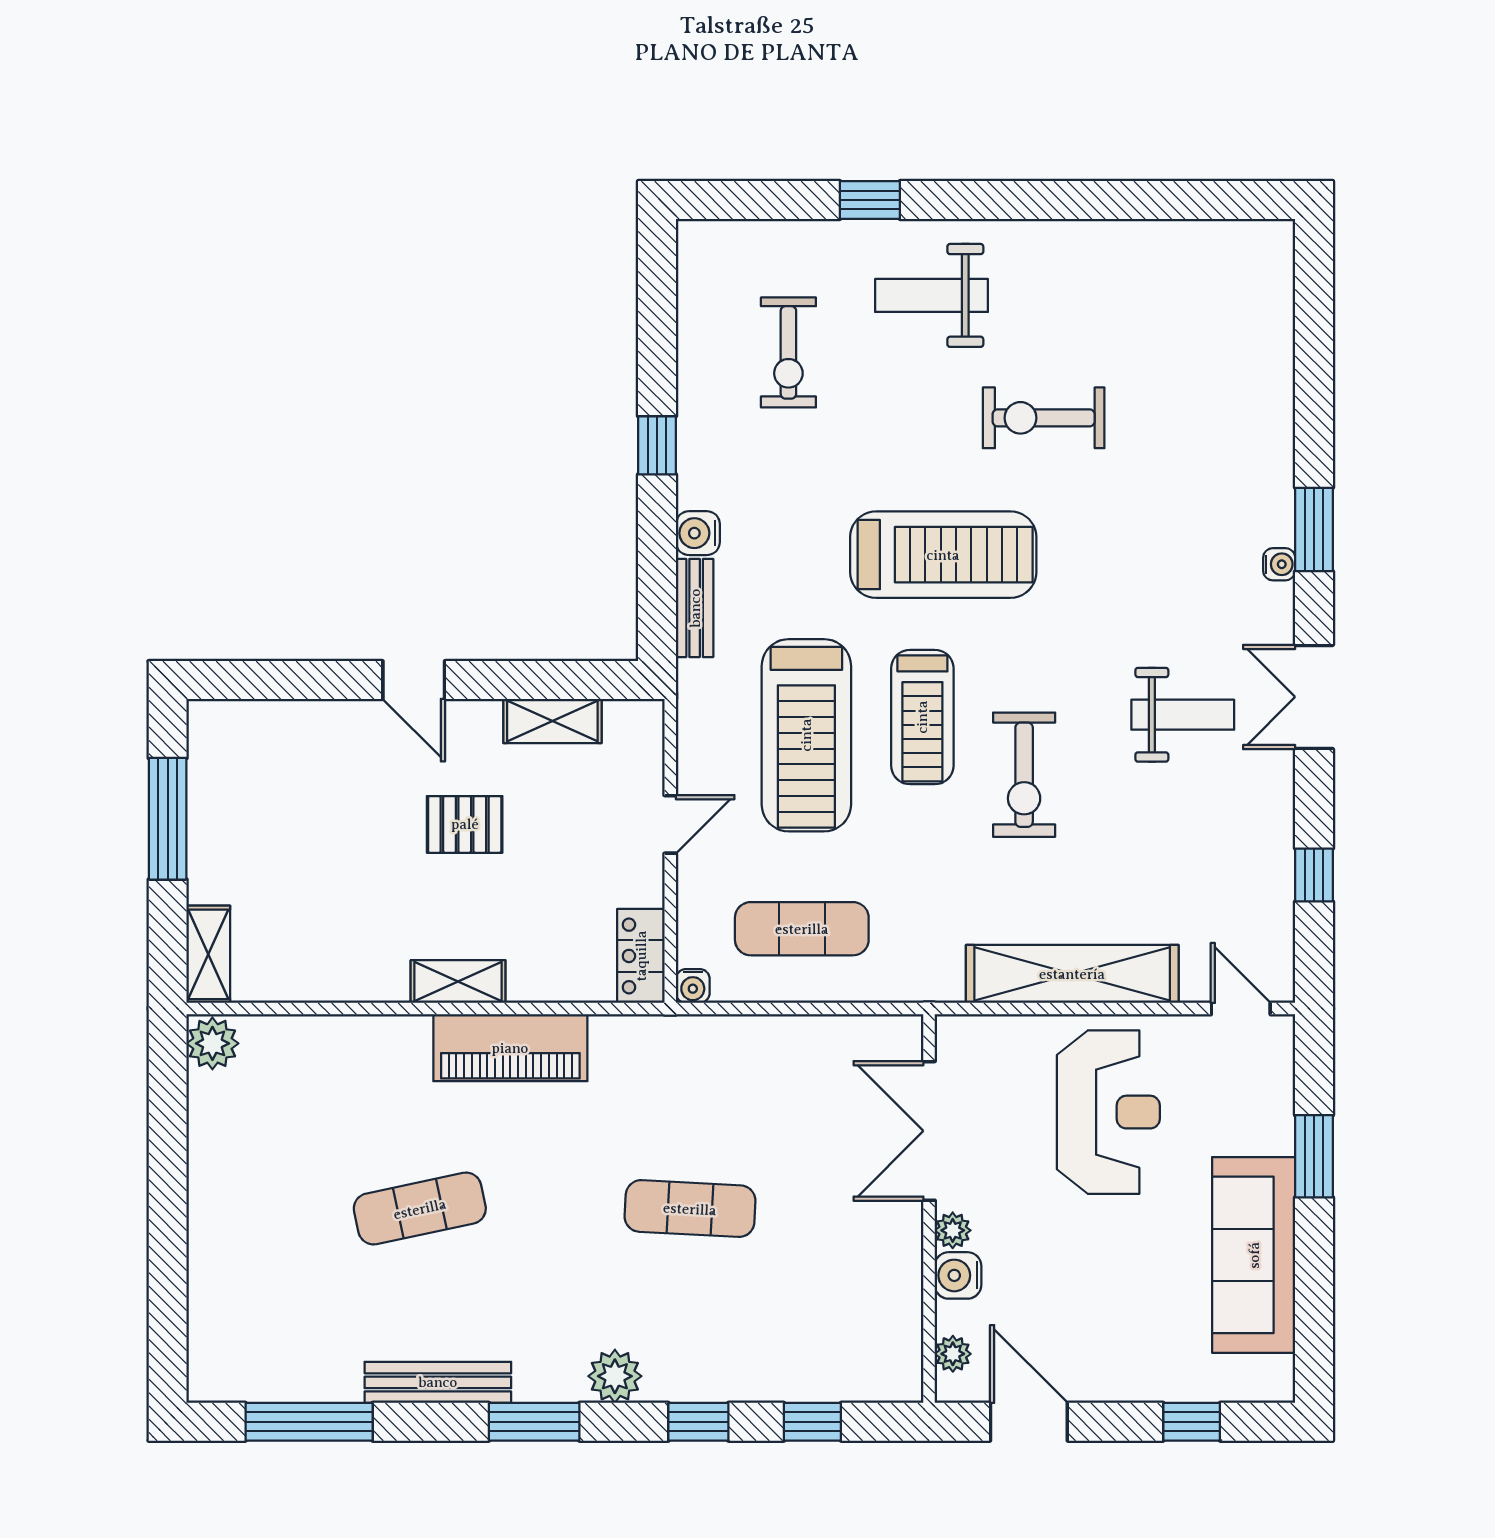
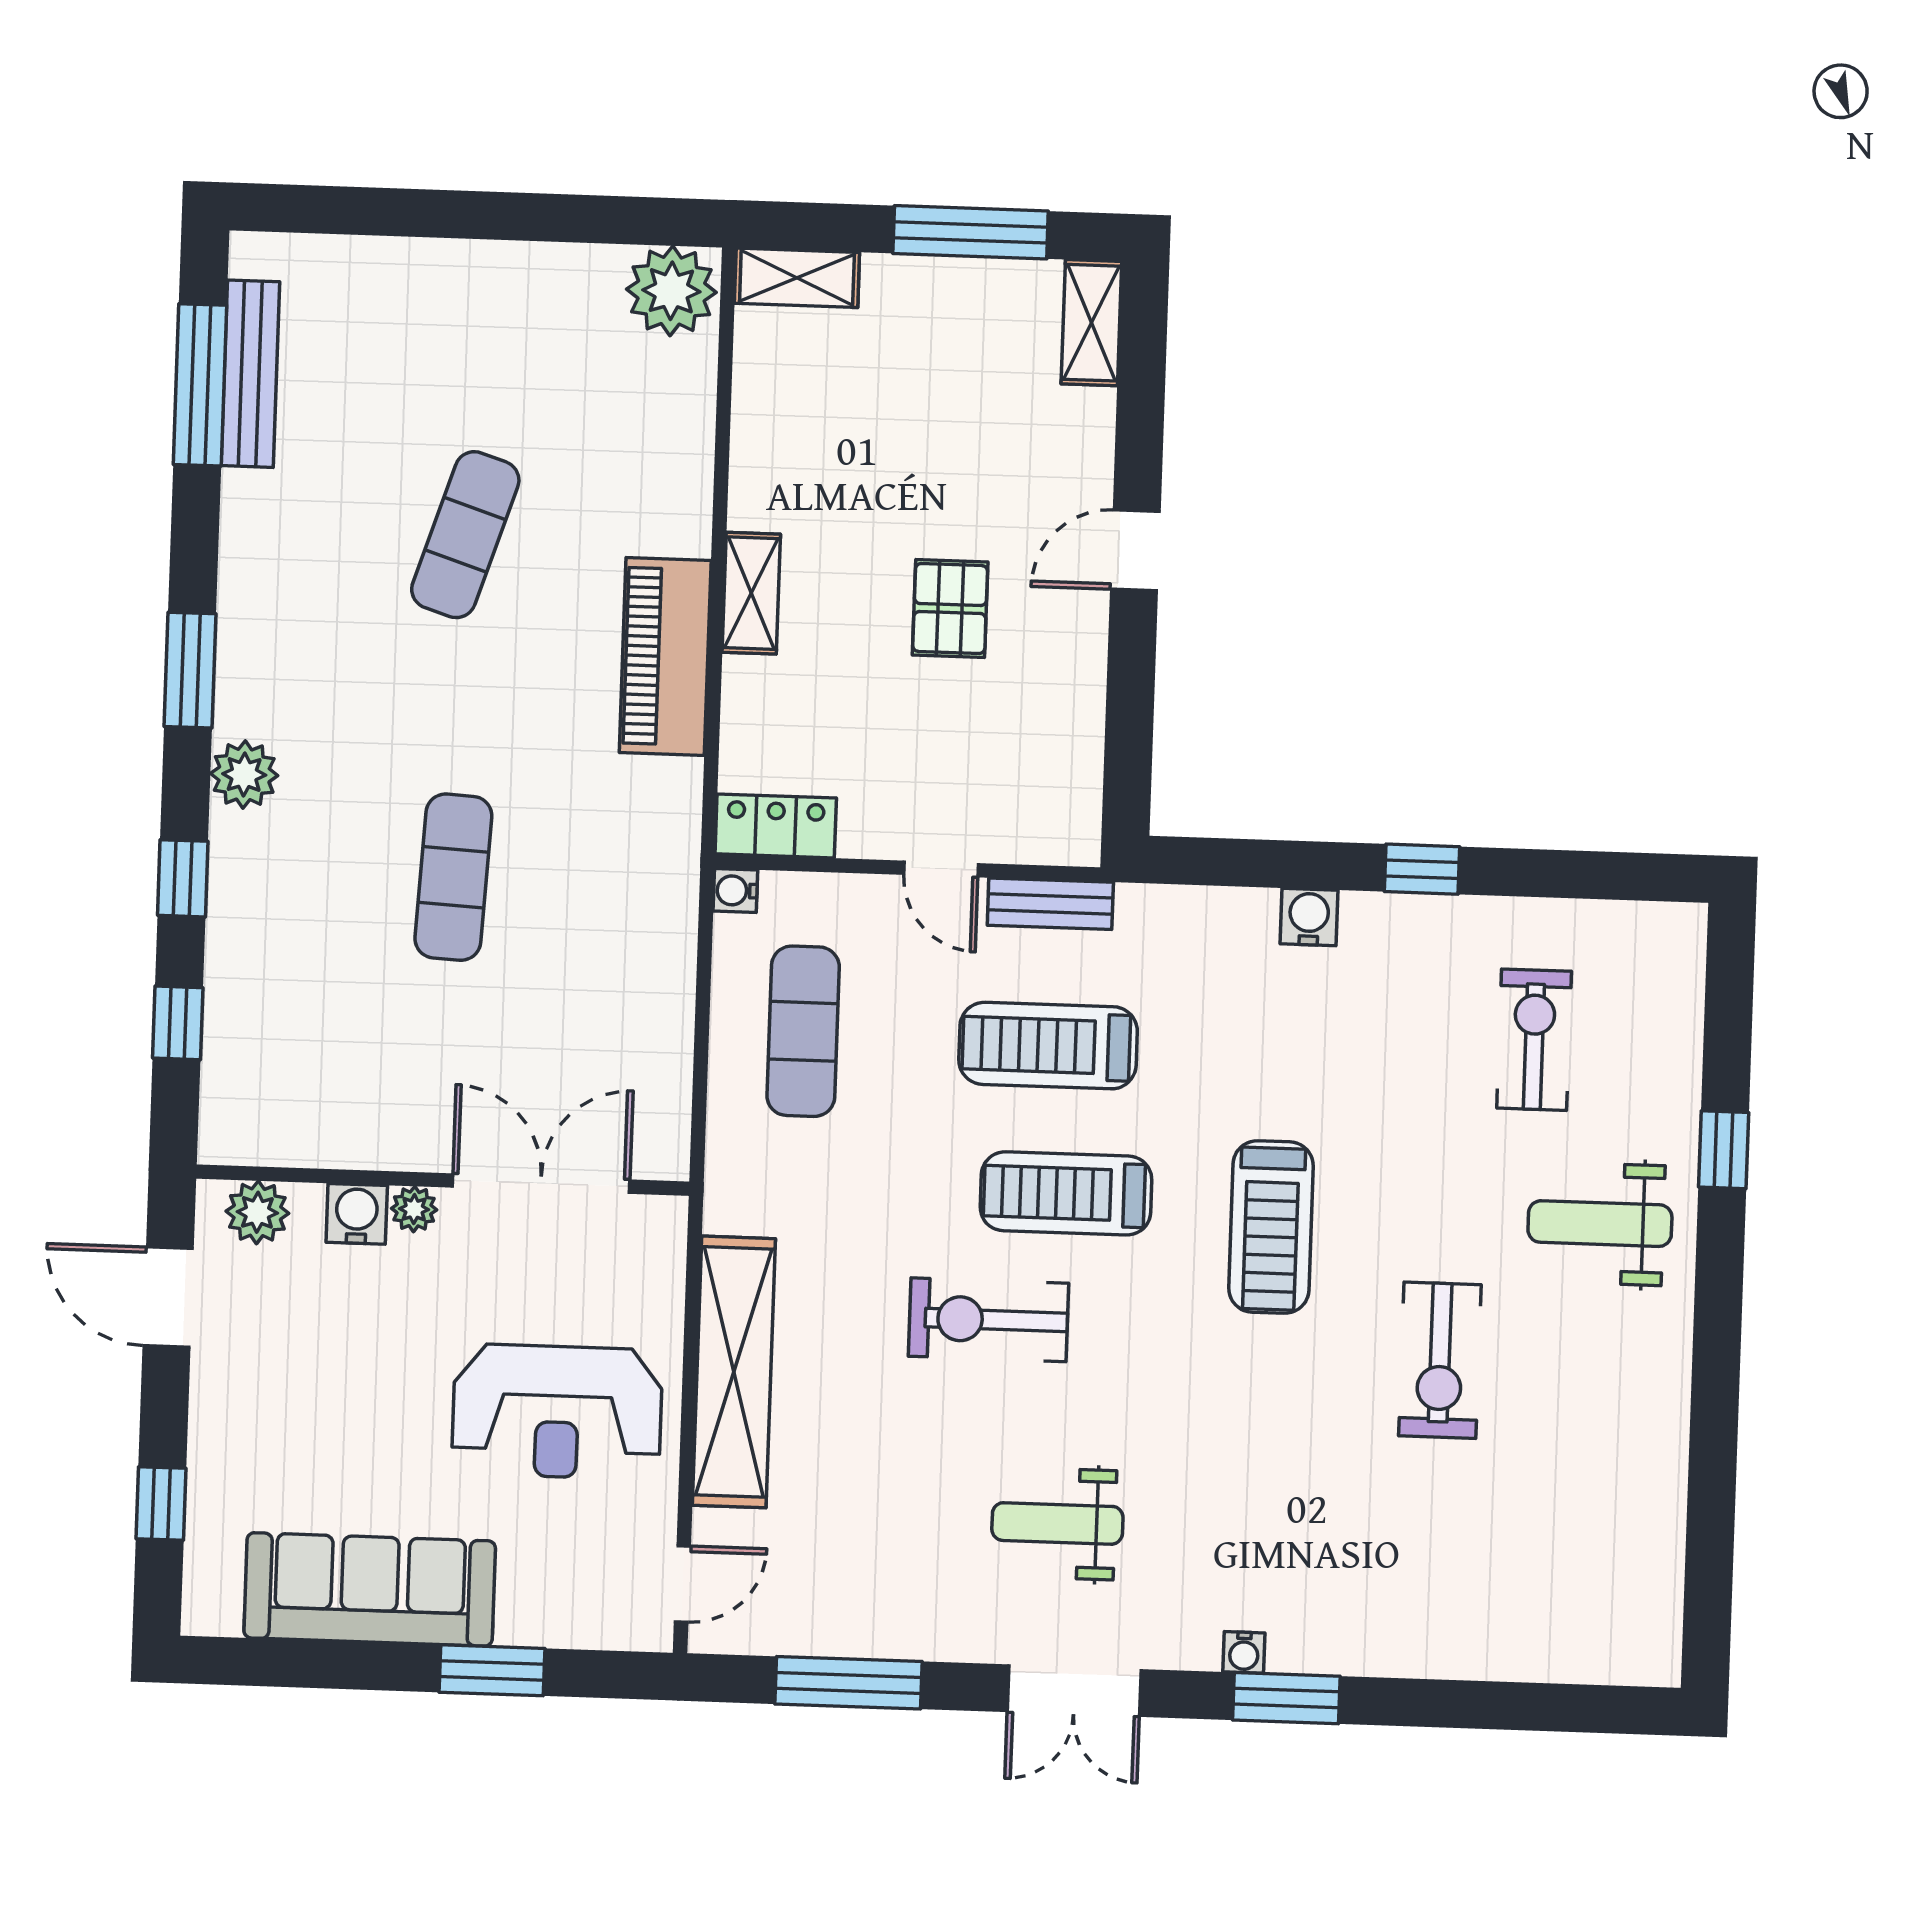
weight bench: (931, 295) -> (1600, 1224), turned -90
exercise bike: (788, 352) -> (1534, 1040), turned 90
exercise bike: (1044, 418) -> (1440, 1360), turned 180
treadmill: (943, 555) -> (1271, 1227), width x0.73, depth x0.73
bench: (695, 608) -> (1050, 904), moved
double door: (1314, 697) -> (1074, 1691), swing flipped
weight bench: (1183, 715) -> (1057, 1523), turned 90
shelving: (552, 721) -> (1091, 323), moved
treadmill: (806, 735) -> (1048, 1046), width x0.73, depth x0.73
window: (1314, 875) -> (848, 1683), width x2.17
plant: (212, 1043) -> (671, 291), width x1.36, depth x1.36
exercise mat: (420, 1209) -> (465, 535), turned 30
plant: (953, 1354) -> (257, 1212), width x1.38, depth x1.38
bench: (438, 1382) -> (250, 374), moved
door: (1029, 1422) -> (168, 1297), swing flipped

